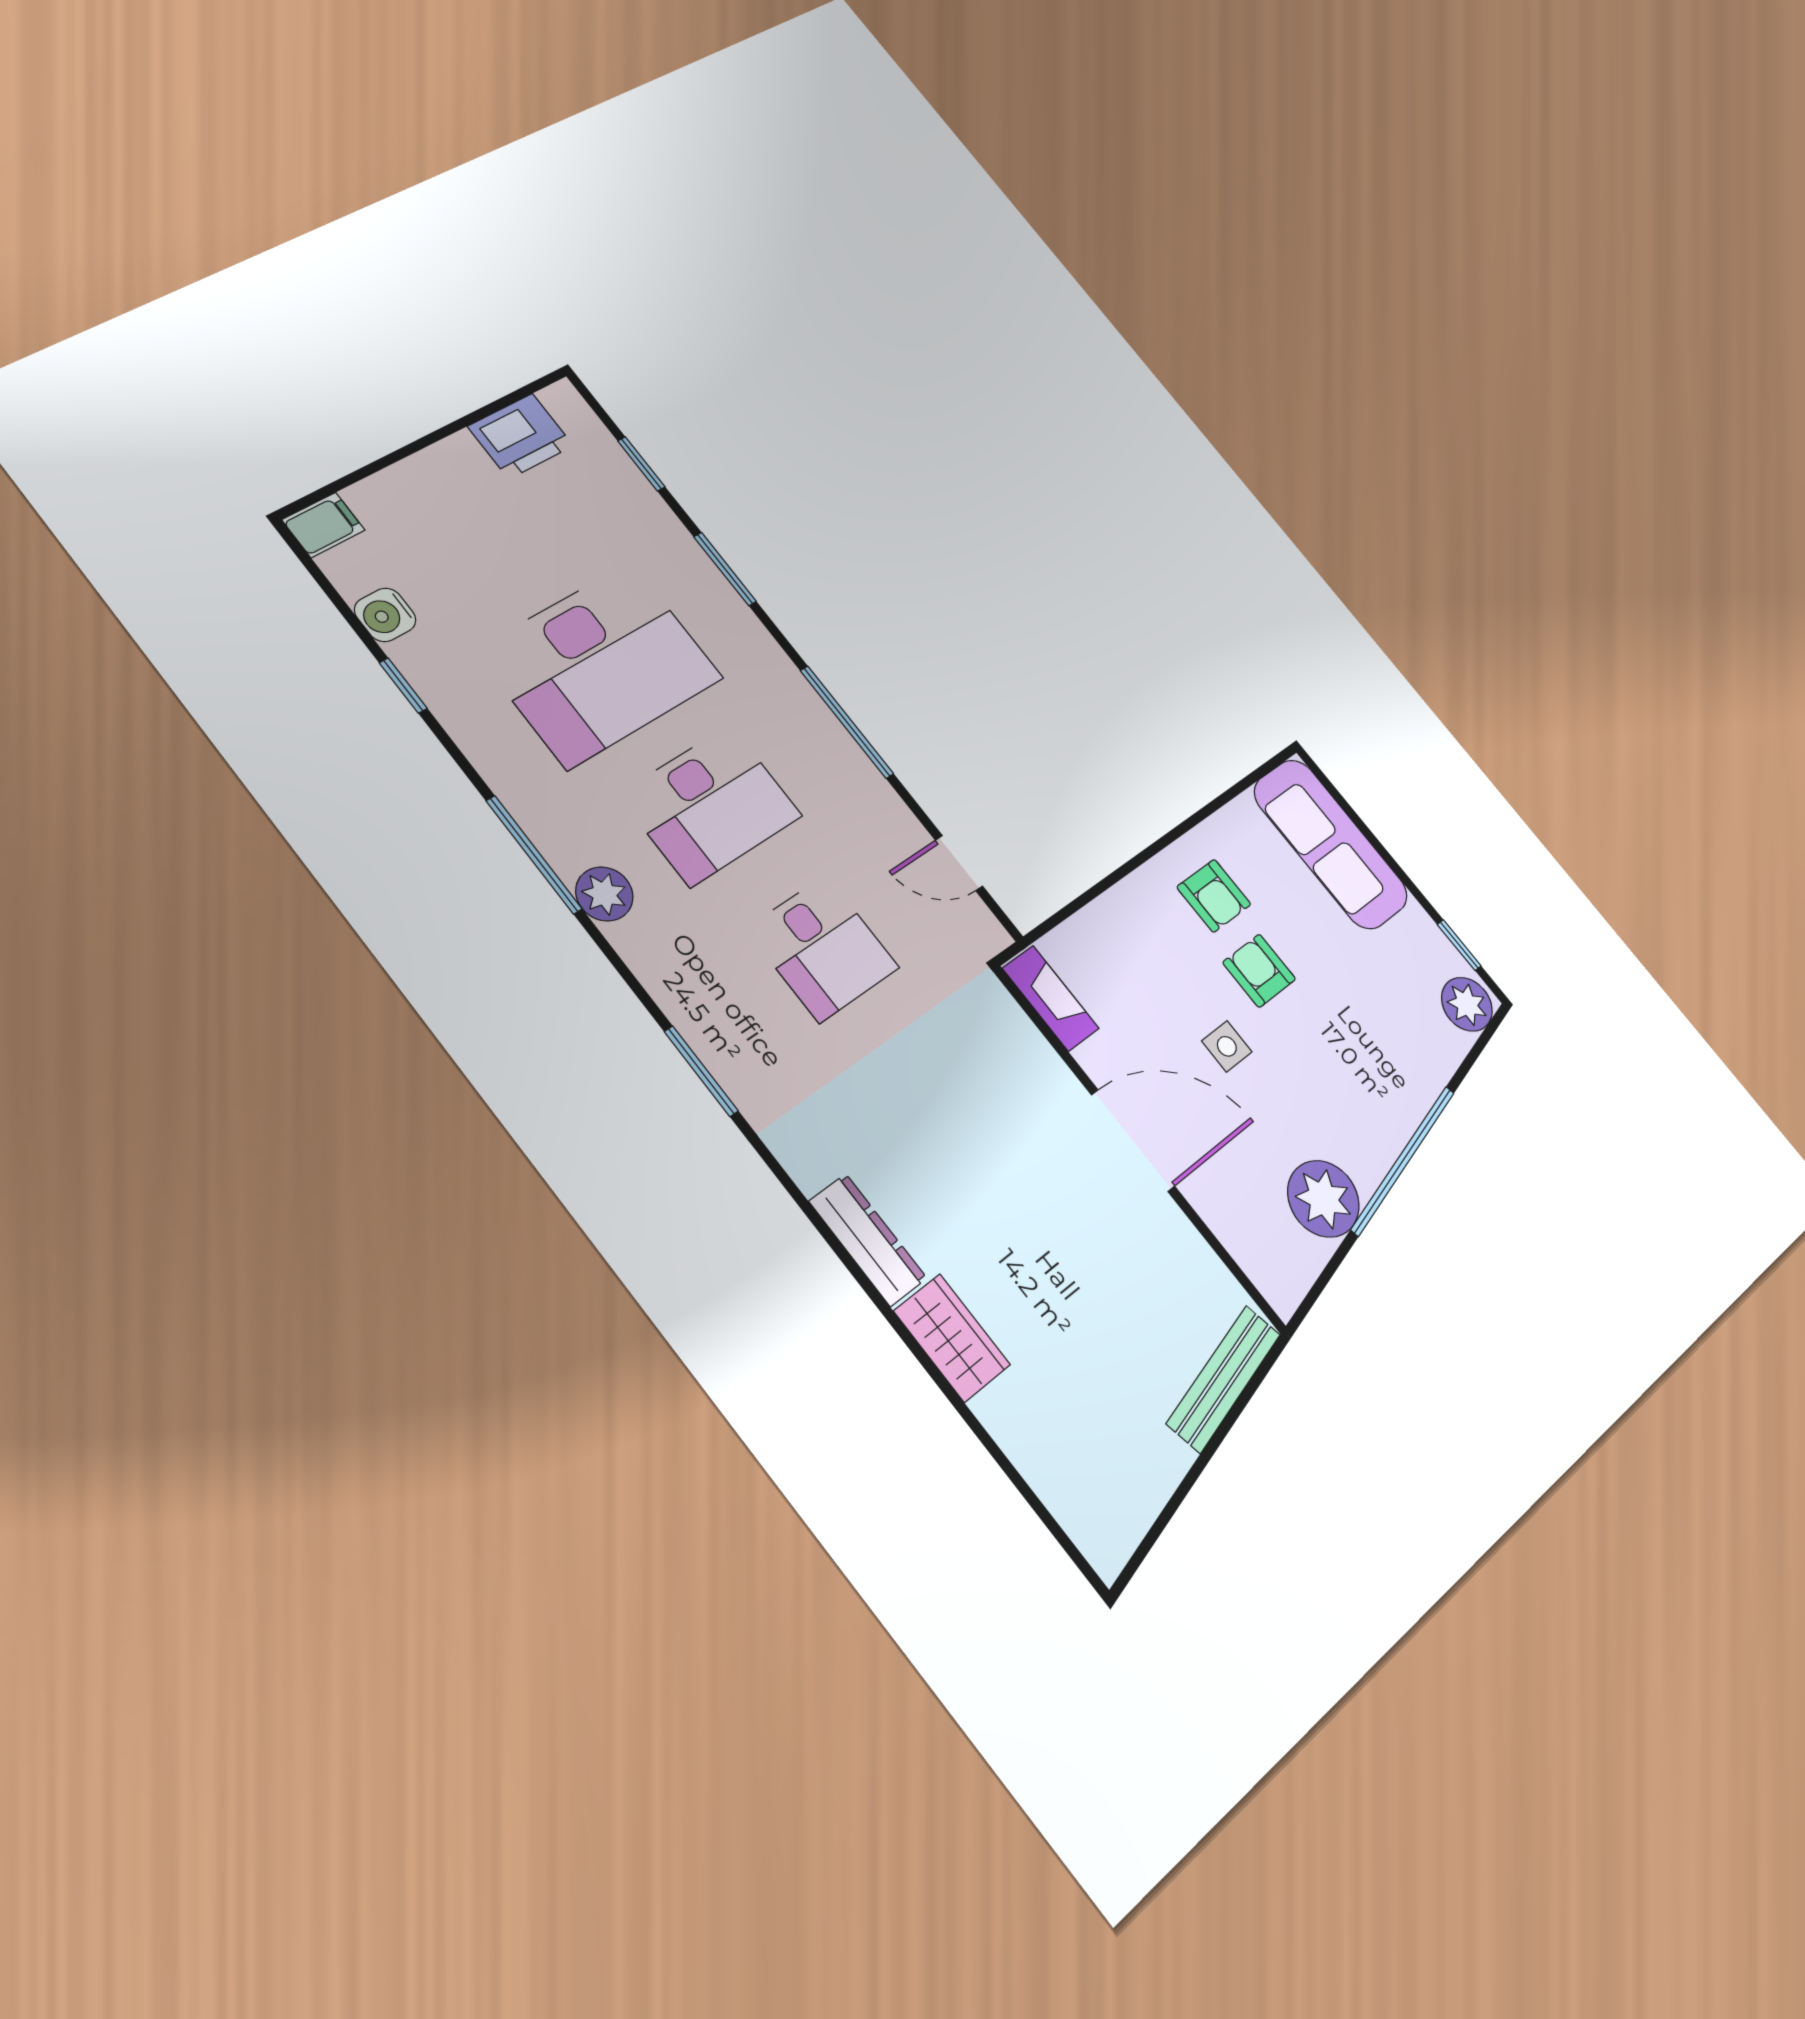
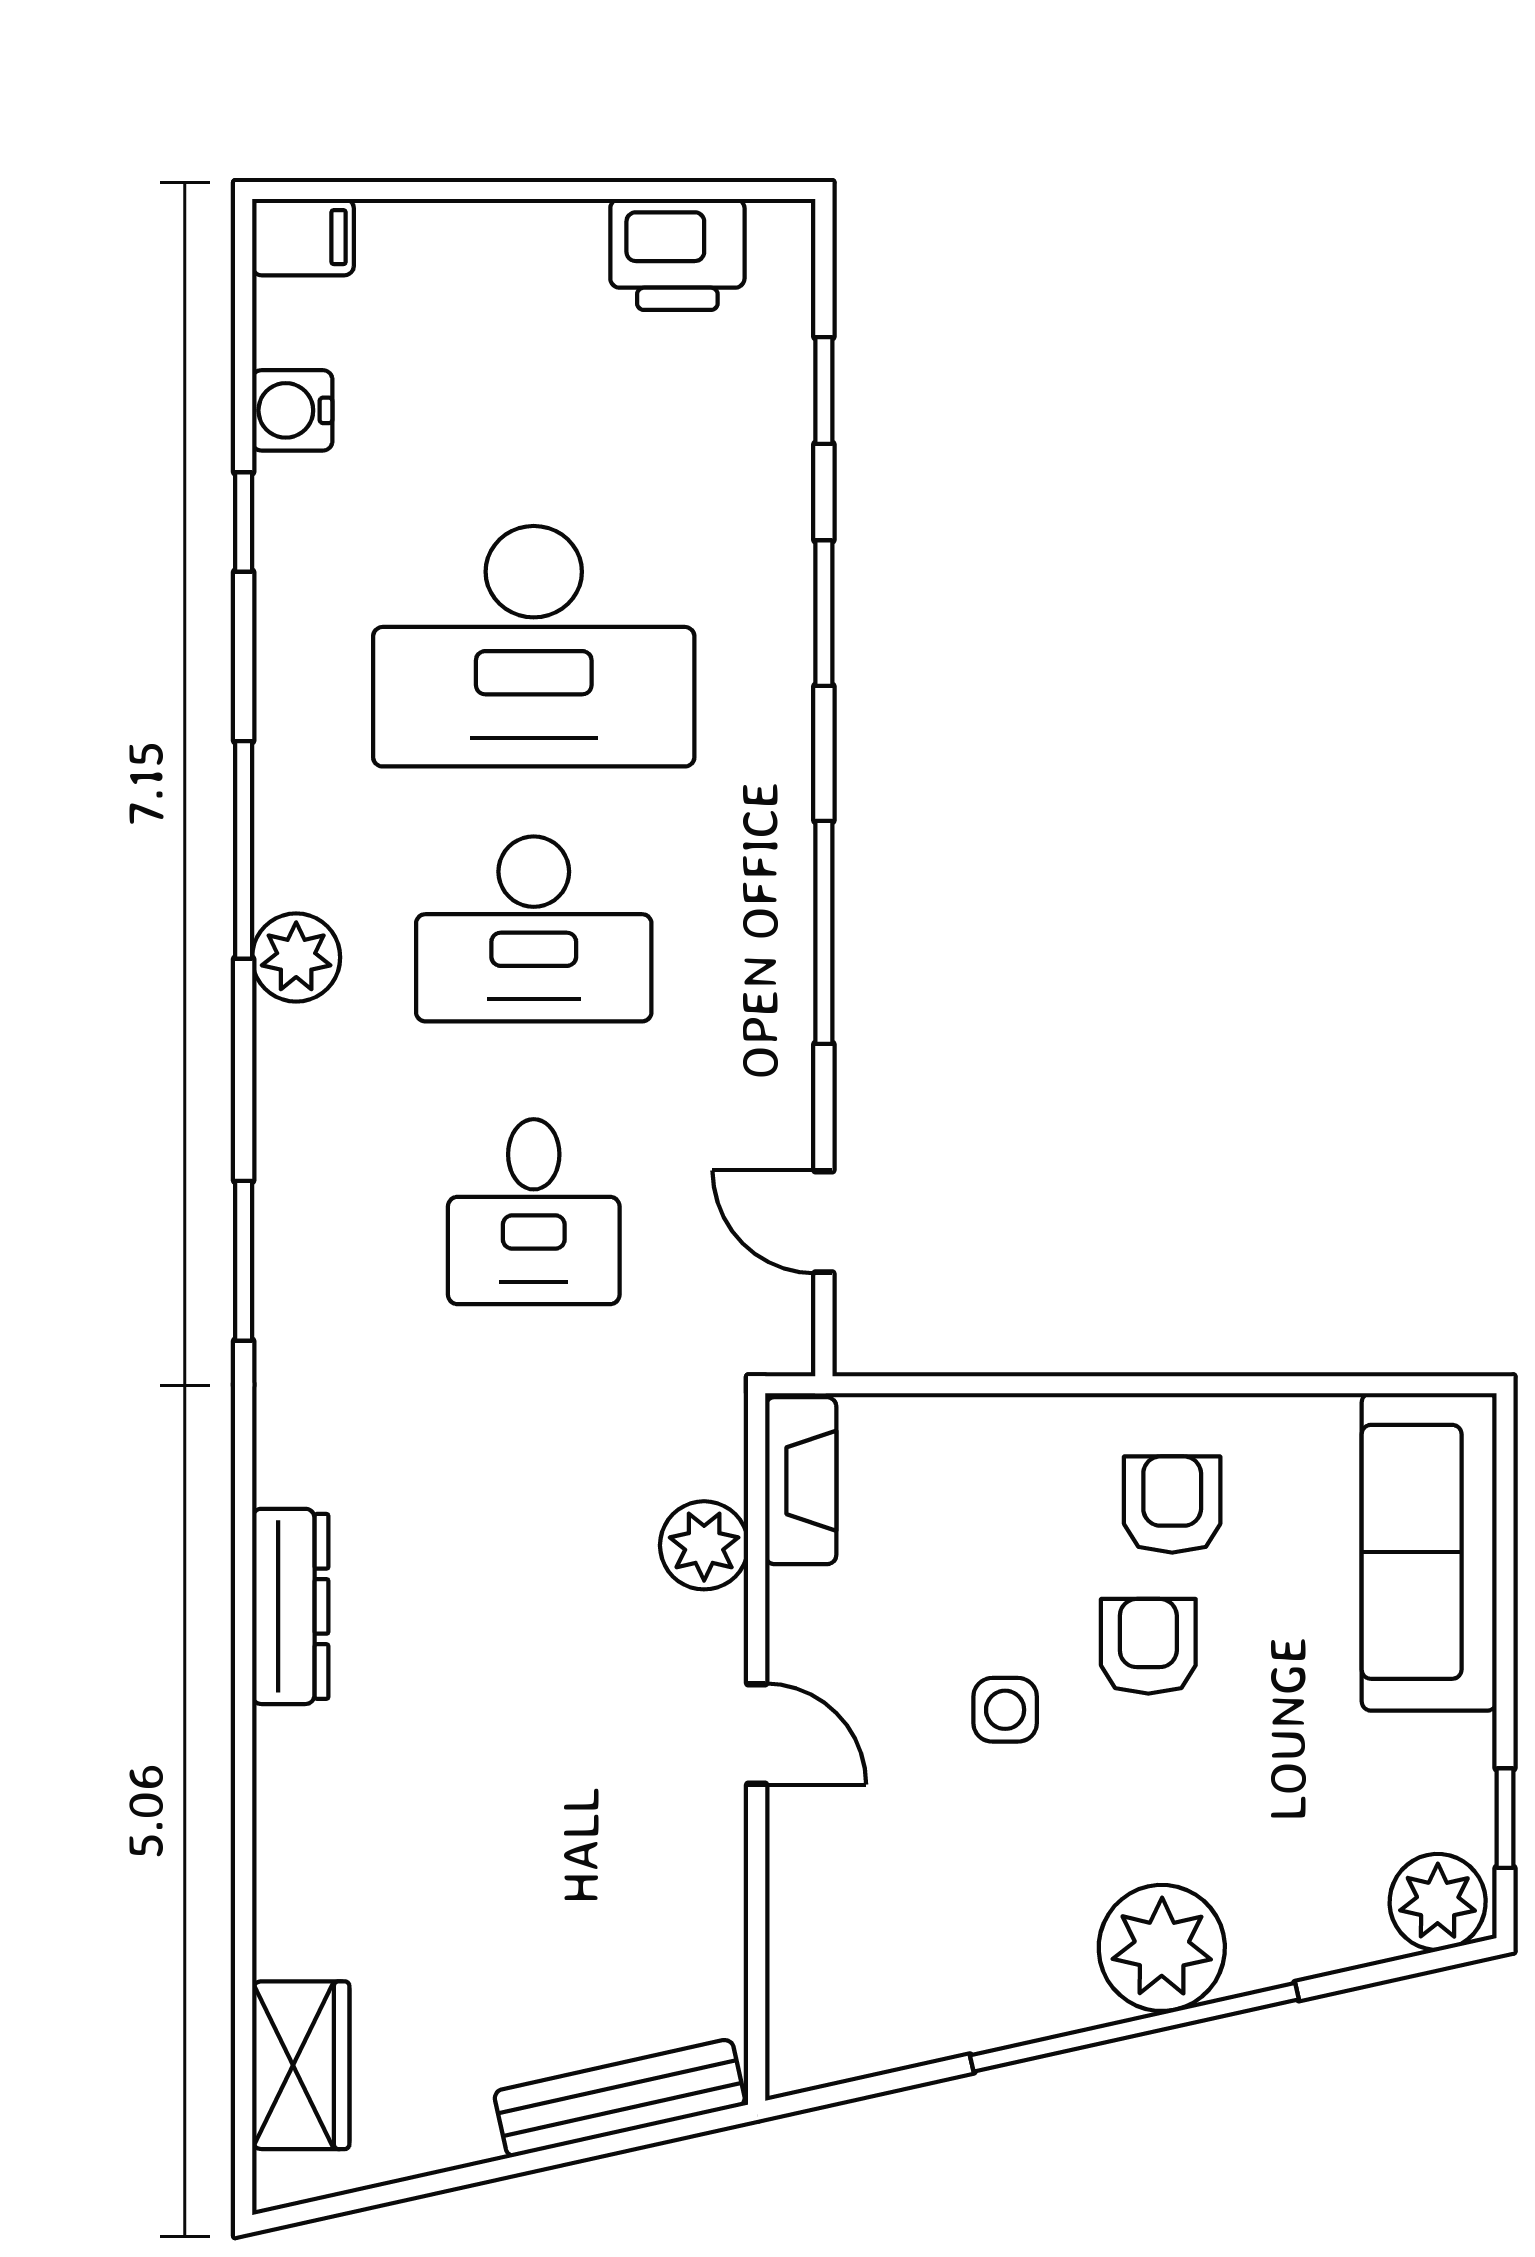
armchair: (1214, 896) -> (1172, 1505), turned 180
plant: (1034, 1062) -> (704, 1545), added
door: (1133, 1140) -> (757, 1734), width x0.53
plant: (1323, 1199) -> (1162, 1948), moved
wardrobe: (952, 1338) -> (301, 2065), moved

